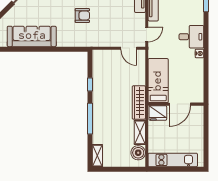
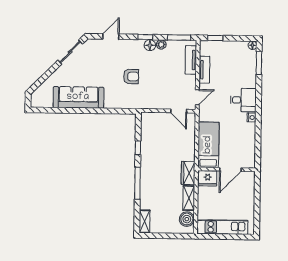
wardrobe: (139, 102) -> (188, 173), width x0.67

